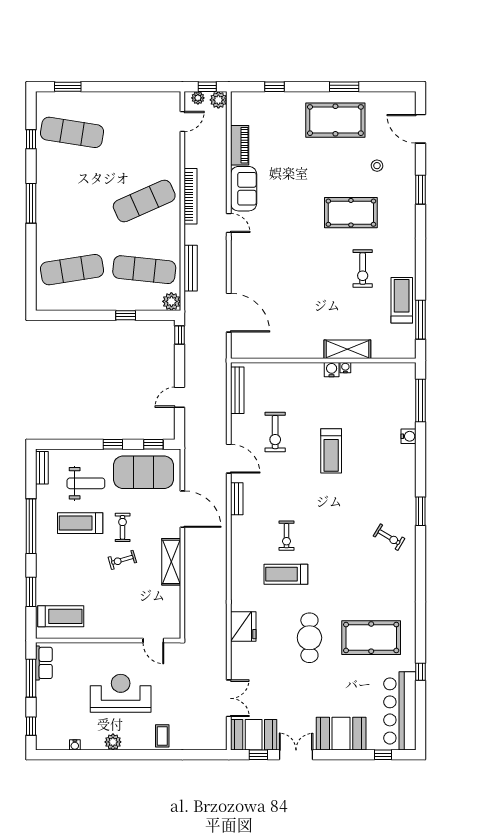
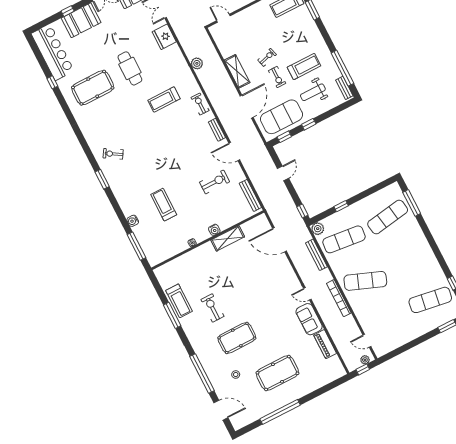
window: (275, 87) -> (322, 390), removed
window: (344, 87) -> (280, 412), width x2.11
plant: (218, 100) -> (197, 63), moved
pool table: (335, 120) -> (277, 373), moved
door: (182, 121) -> (367, 341), hinge flipped
window: (420, 190) -> (202, 374), width x2.11
exercise mat: (144, 201) -> (365, 281), turned 45
window: (31, 203) -> (412, 203), moved
window: (420, 320) -> (172, 315), moved
shelving: (347, 349) -> (228, 238), moved
water cooler: (332, 370) -> (214, 230), moved
exercise bike: (275, 432) -> (215, 182), turned 90
treadmill: (331, 451) -> (164, 205), moved
door: (182, 509) -> (247, 107), swing flipped
window: (31, 526) -> (342, 68), moved
exercise bike: (287, 536) -> (200, 104), moved
treadmill: (286, 574) -> (164, 99), turned 180
fridge: (243, 626) -> (164, 37), moved
window: (383, 755) -> (68, 11), moved

